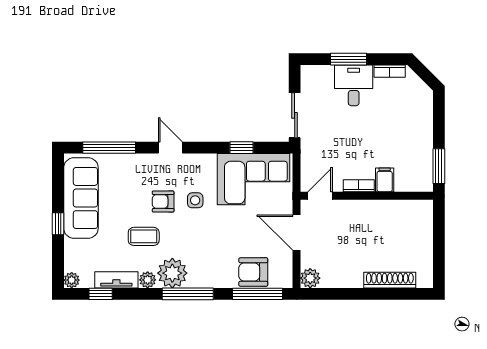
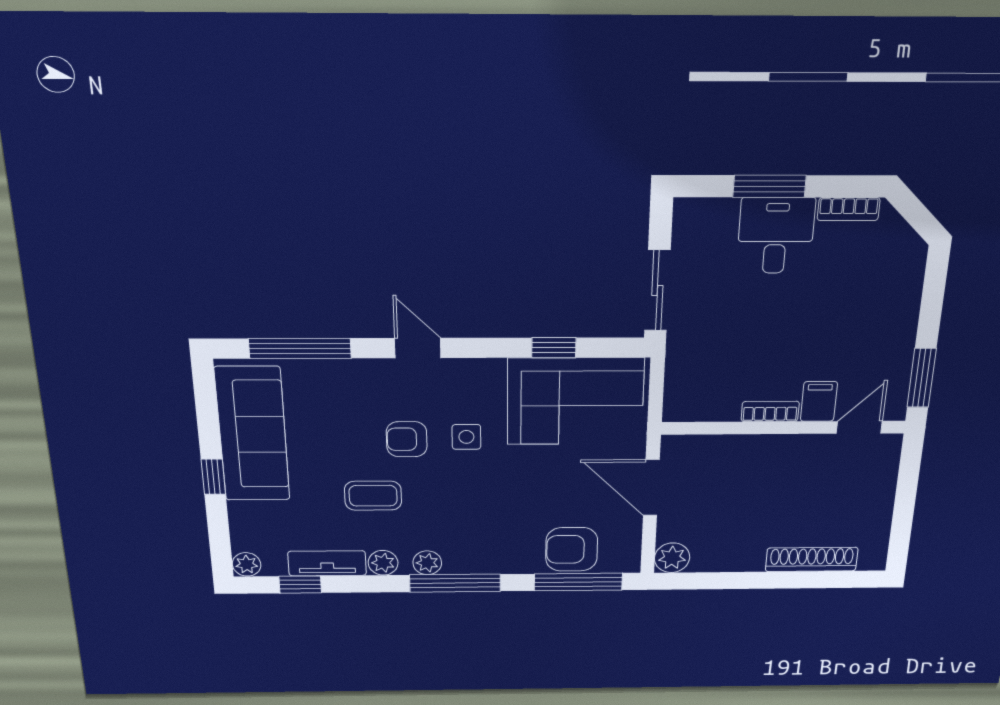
door: (320, 196) -> (859, 427), moved
plant: (172, 273) -> (427, 563), width x0.53, depth x0.53

